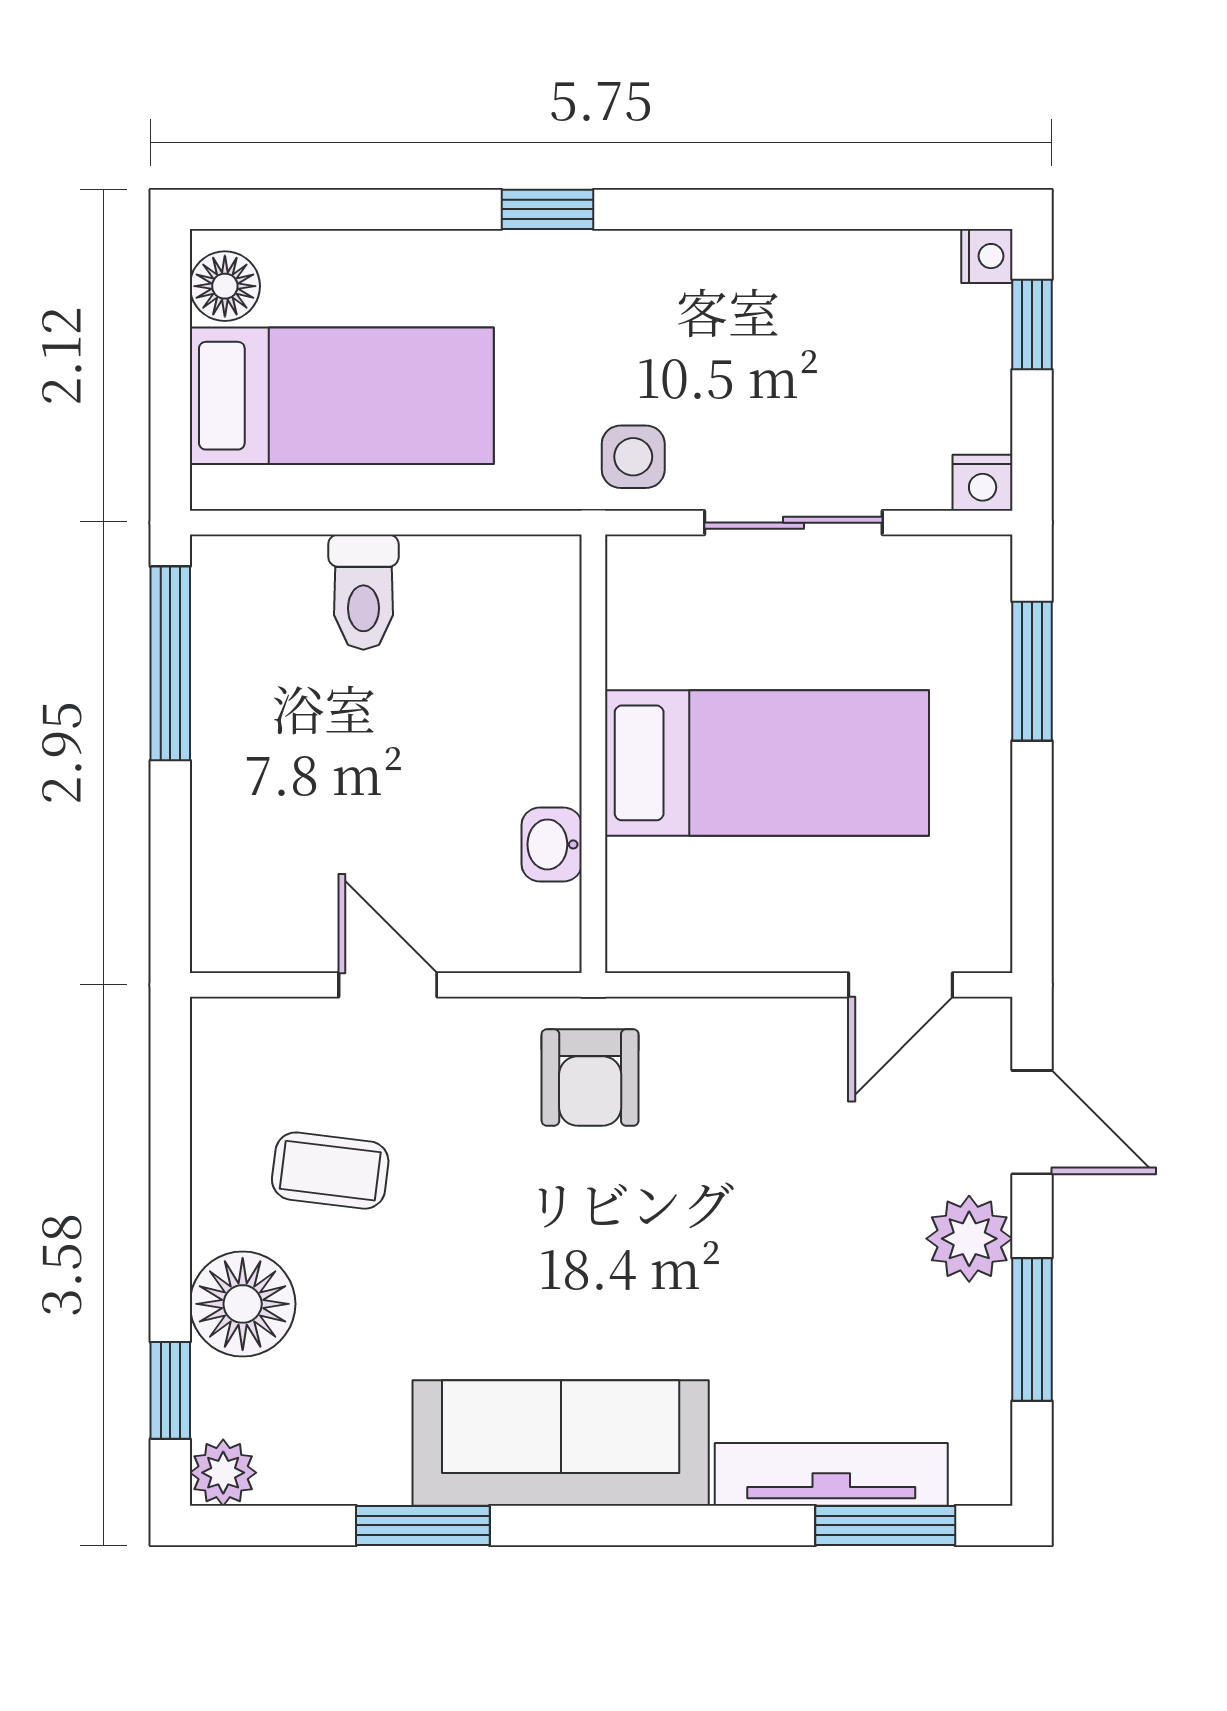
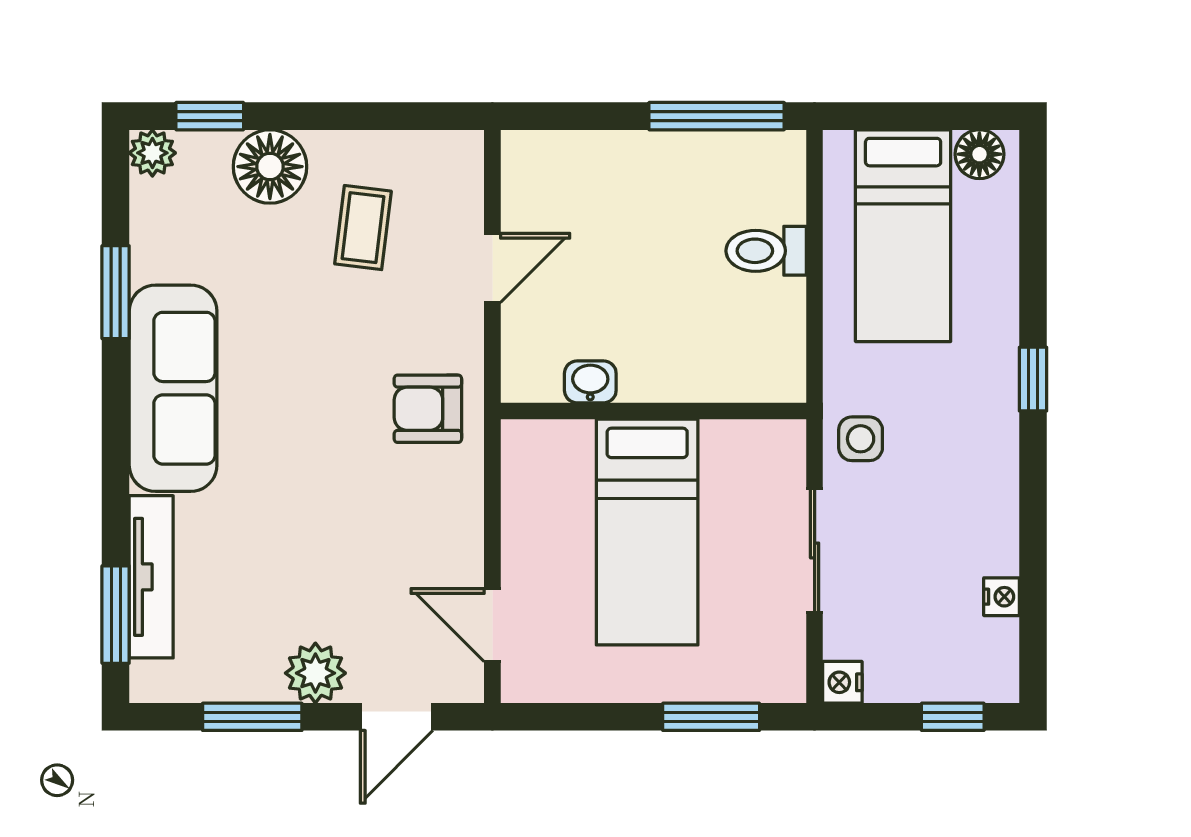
nightstand: (987, 256) -> (1001, 597), moved, turned -90

